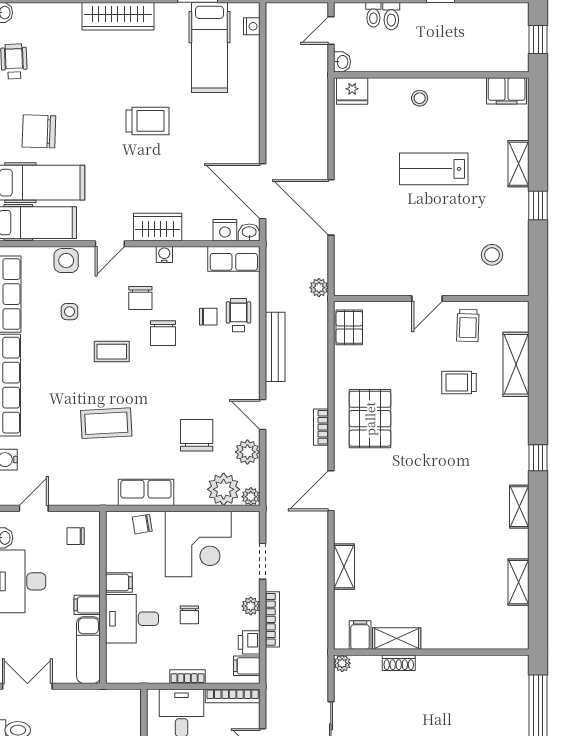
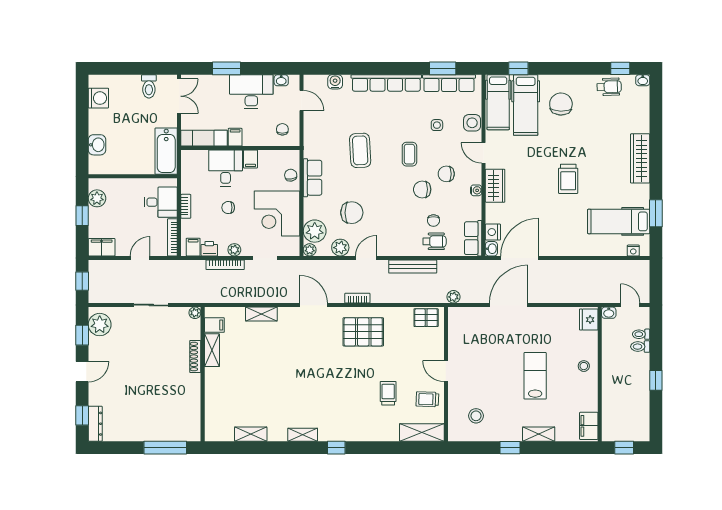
shelving: (516, 364) -> (422, 432), moved
shoe rack: (399, 663) -> (195, 357), width x1.43
bathtub: (107, 705) -> (166, 151), added

